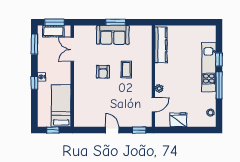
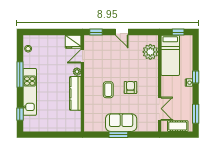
window: (54, 22) -> (177, 135), removed
kitchen counter: (161, 45) -> (75, 93), moved
window: (219, 60) -> (20, 114), moved
plant: (82, 109) -> (150, 52), added
fridge: (178, 120) -> (73, 42), moved

